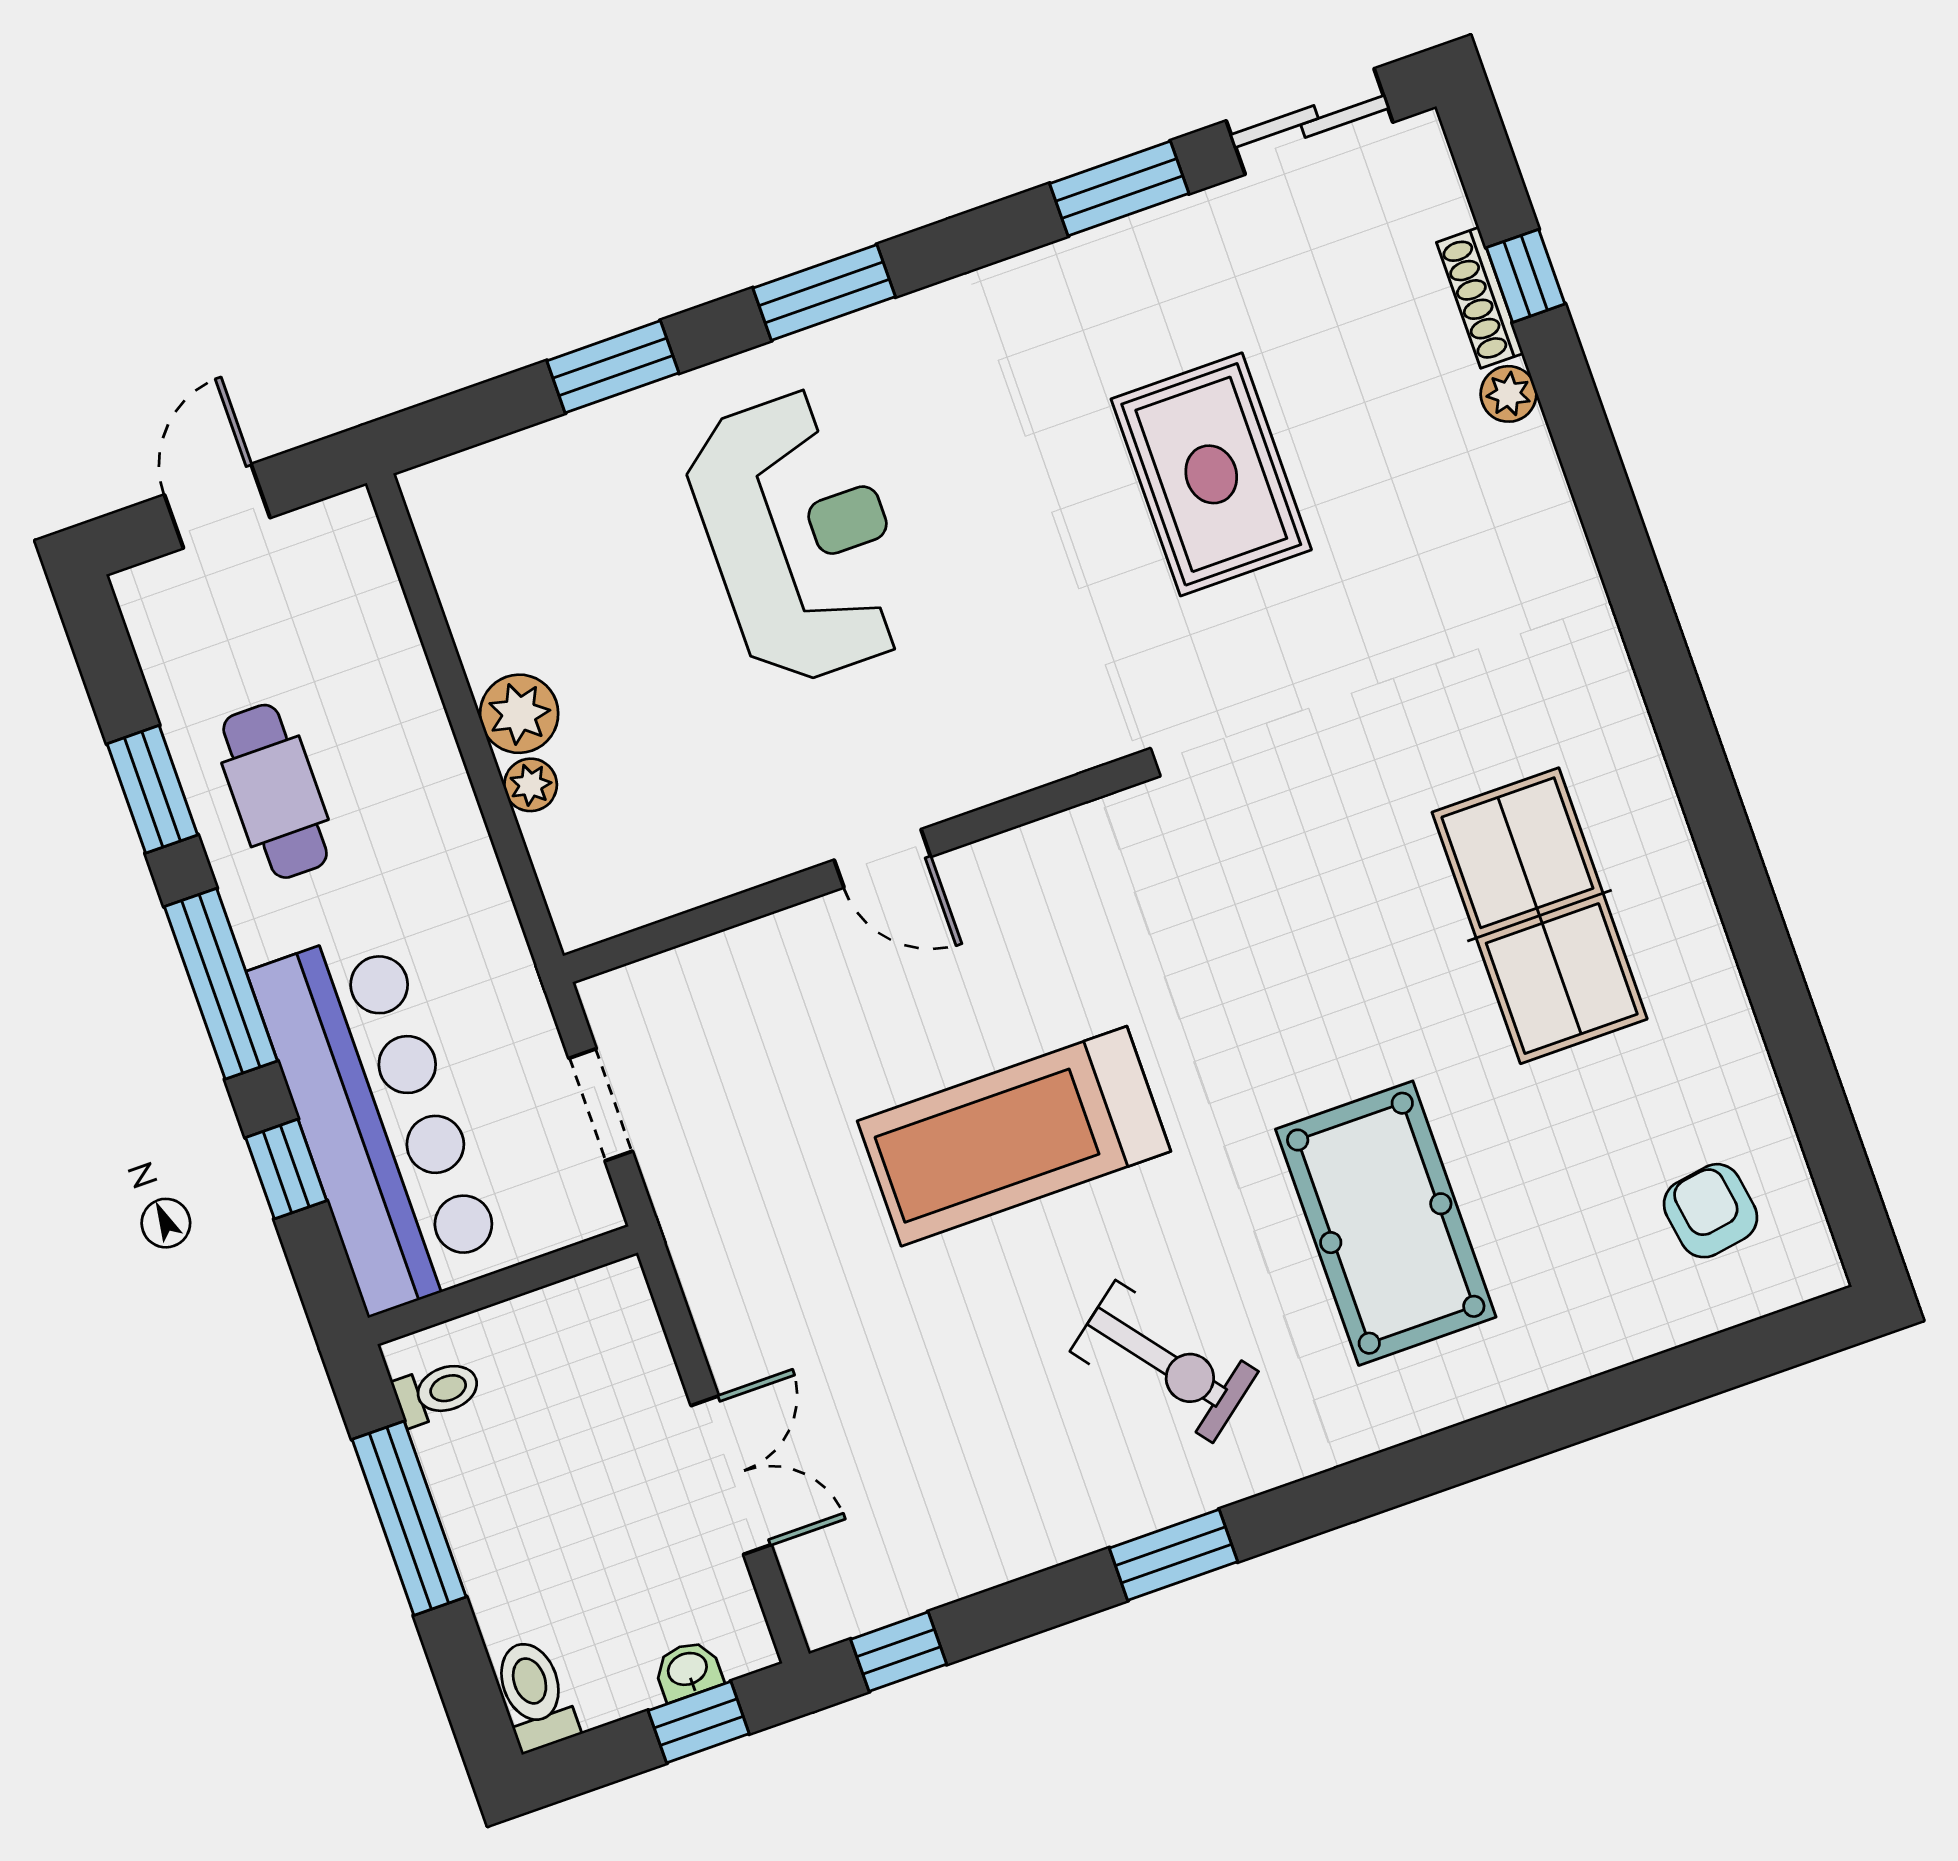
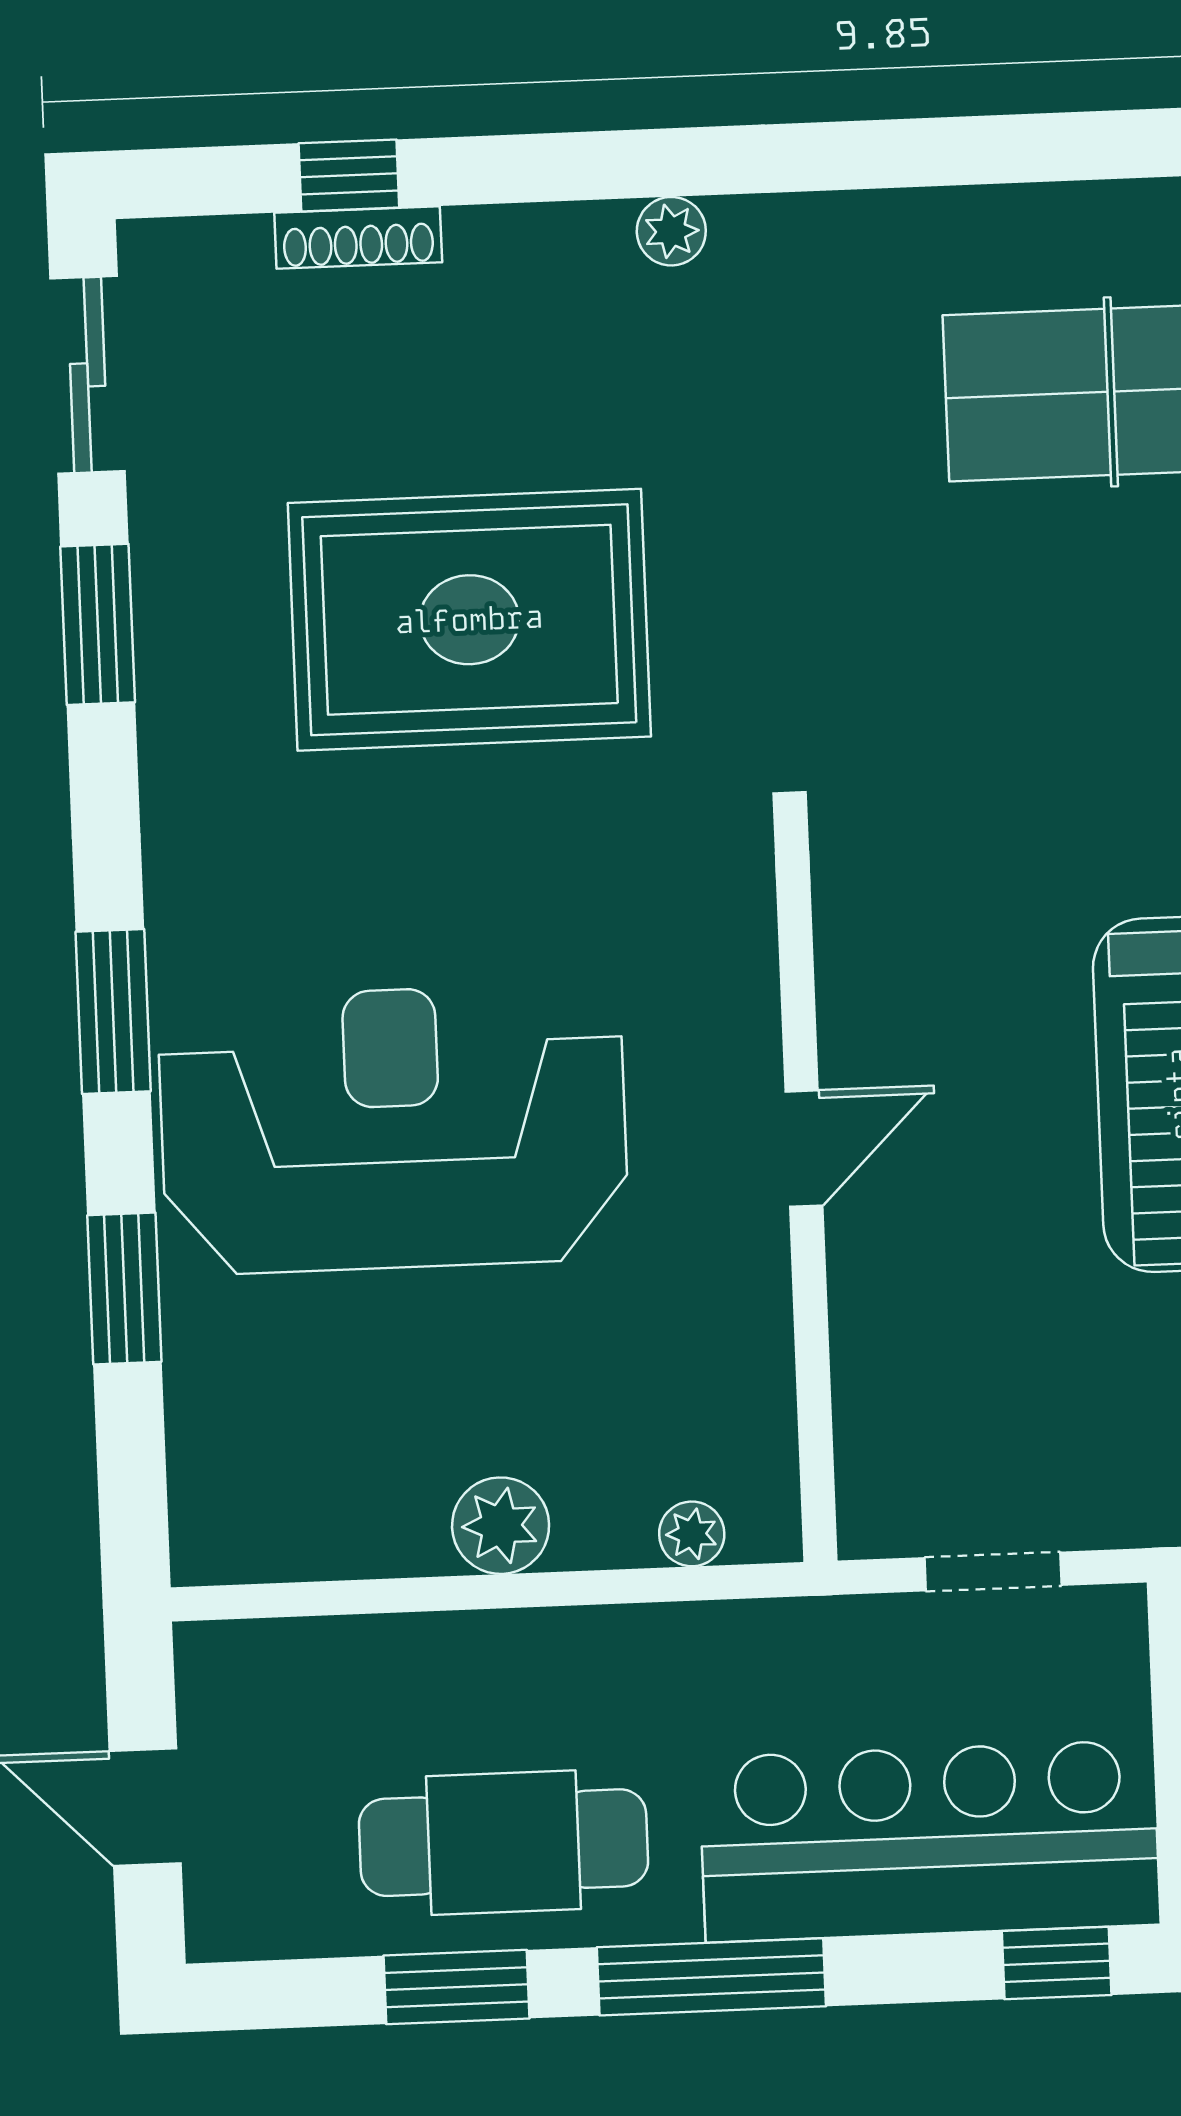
plant: (1508, 394) -> (671, 231), moved
rug: (1211, 474) -> (469, 620), width x1.37, depth x1.44
reception desk: (800, 537) -> (393, 1129), width x1.36, depth x1.30
plant: (531, 785) -> (692, 1534), moved
cafe table: (275, 791) -> (503, 1843), width x1.37, depth x1.35
window: (286, 1169) -> (1057, 1963), moved

